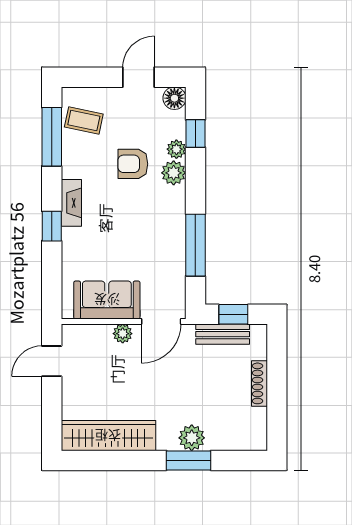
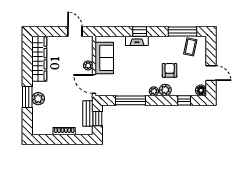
plant: (176, 149) -> (154, 91), moved
fireplace: (71, 203) -> (137, 41), moved

